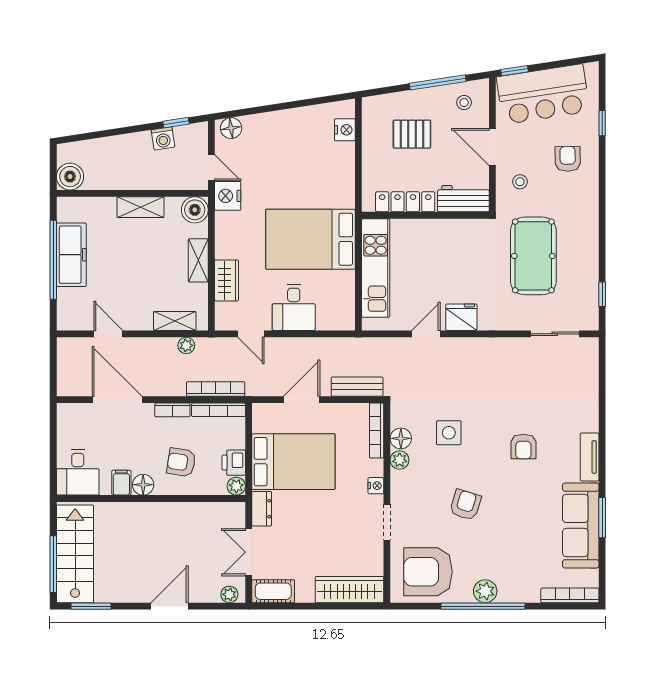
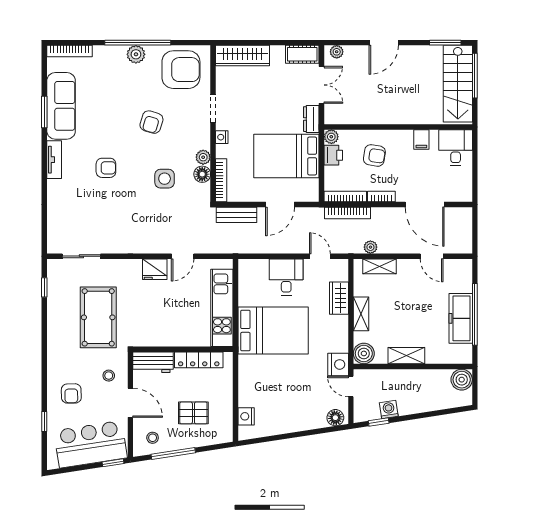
armchair: (523, 447) -> (106, 168), turned 90
floor lamp: (143, 485) -> (404, 138), removed

